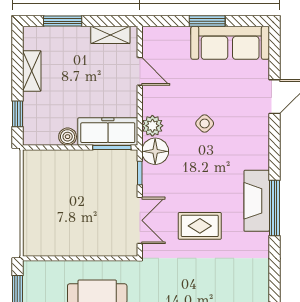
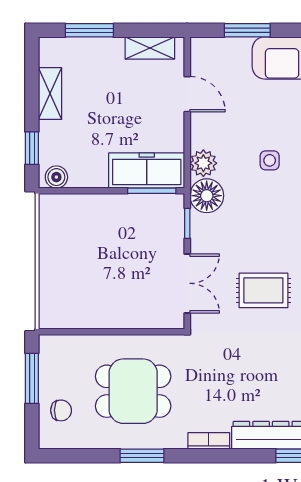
window: (207, 21) -> (247, 30), moved
side table: (205, 124) -> (270, 160), turned 45
boiler: (68, 137) -> (56, 177), moved

